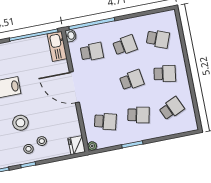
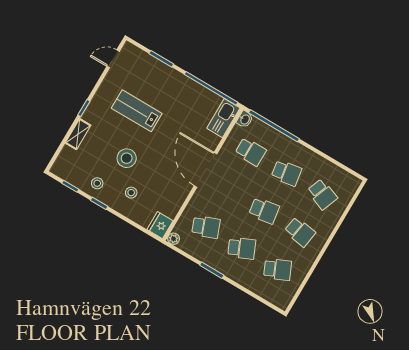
school desk: (138, 115) -> (242, 248), turned -36
school desk: (105, 121) -> (206, 227), turned -36
stool: (28, 149) -> (97, 183), moved

